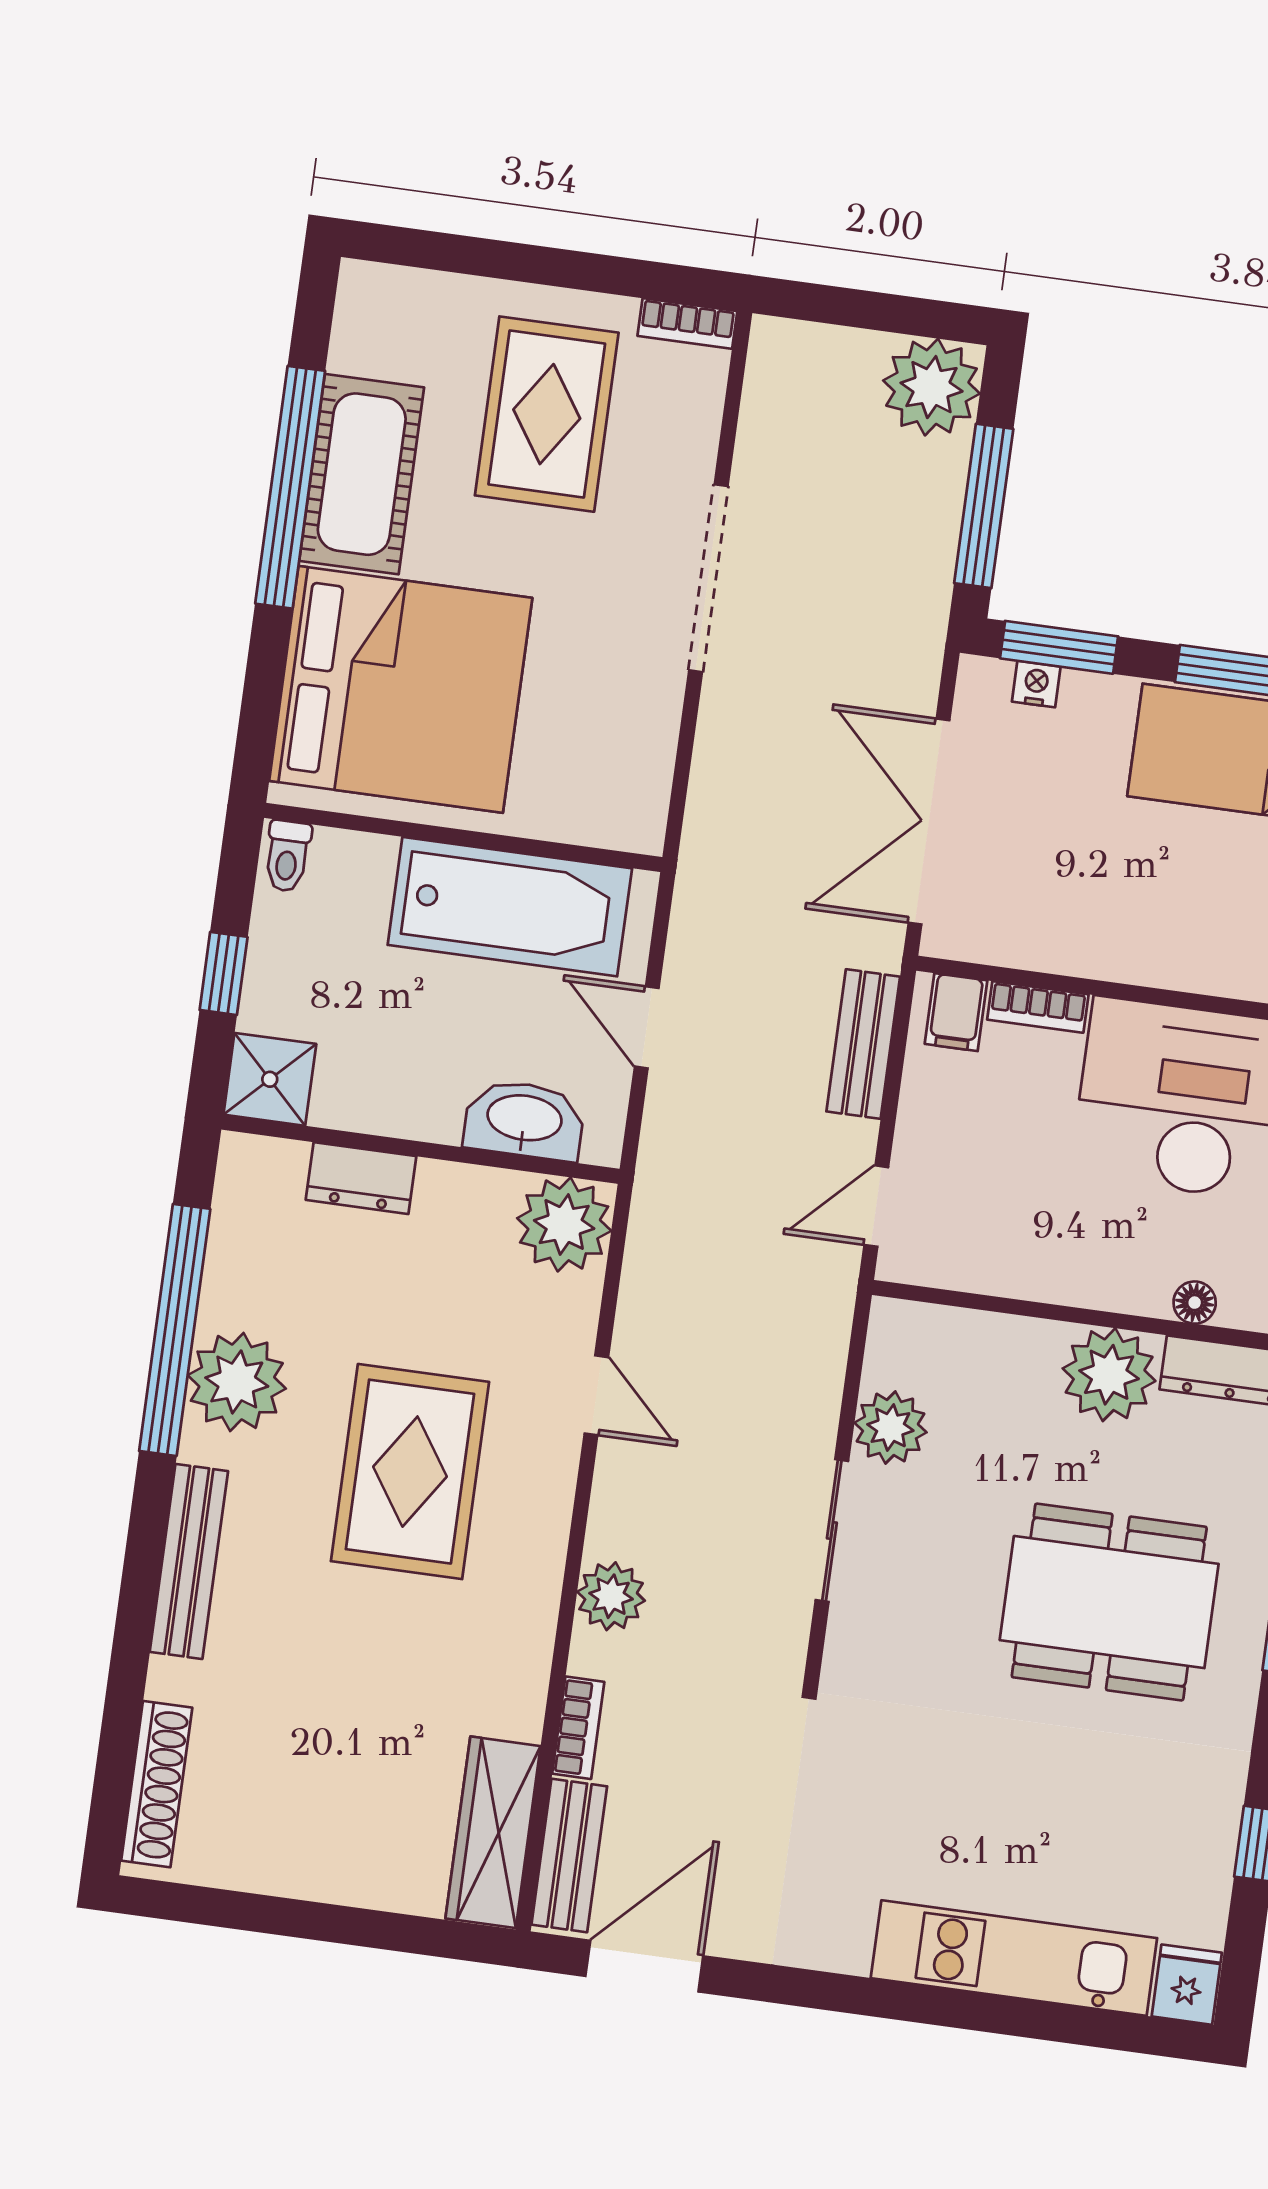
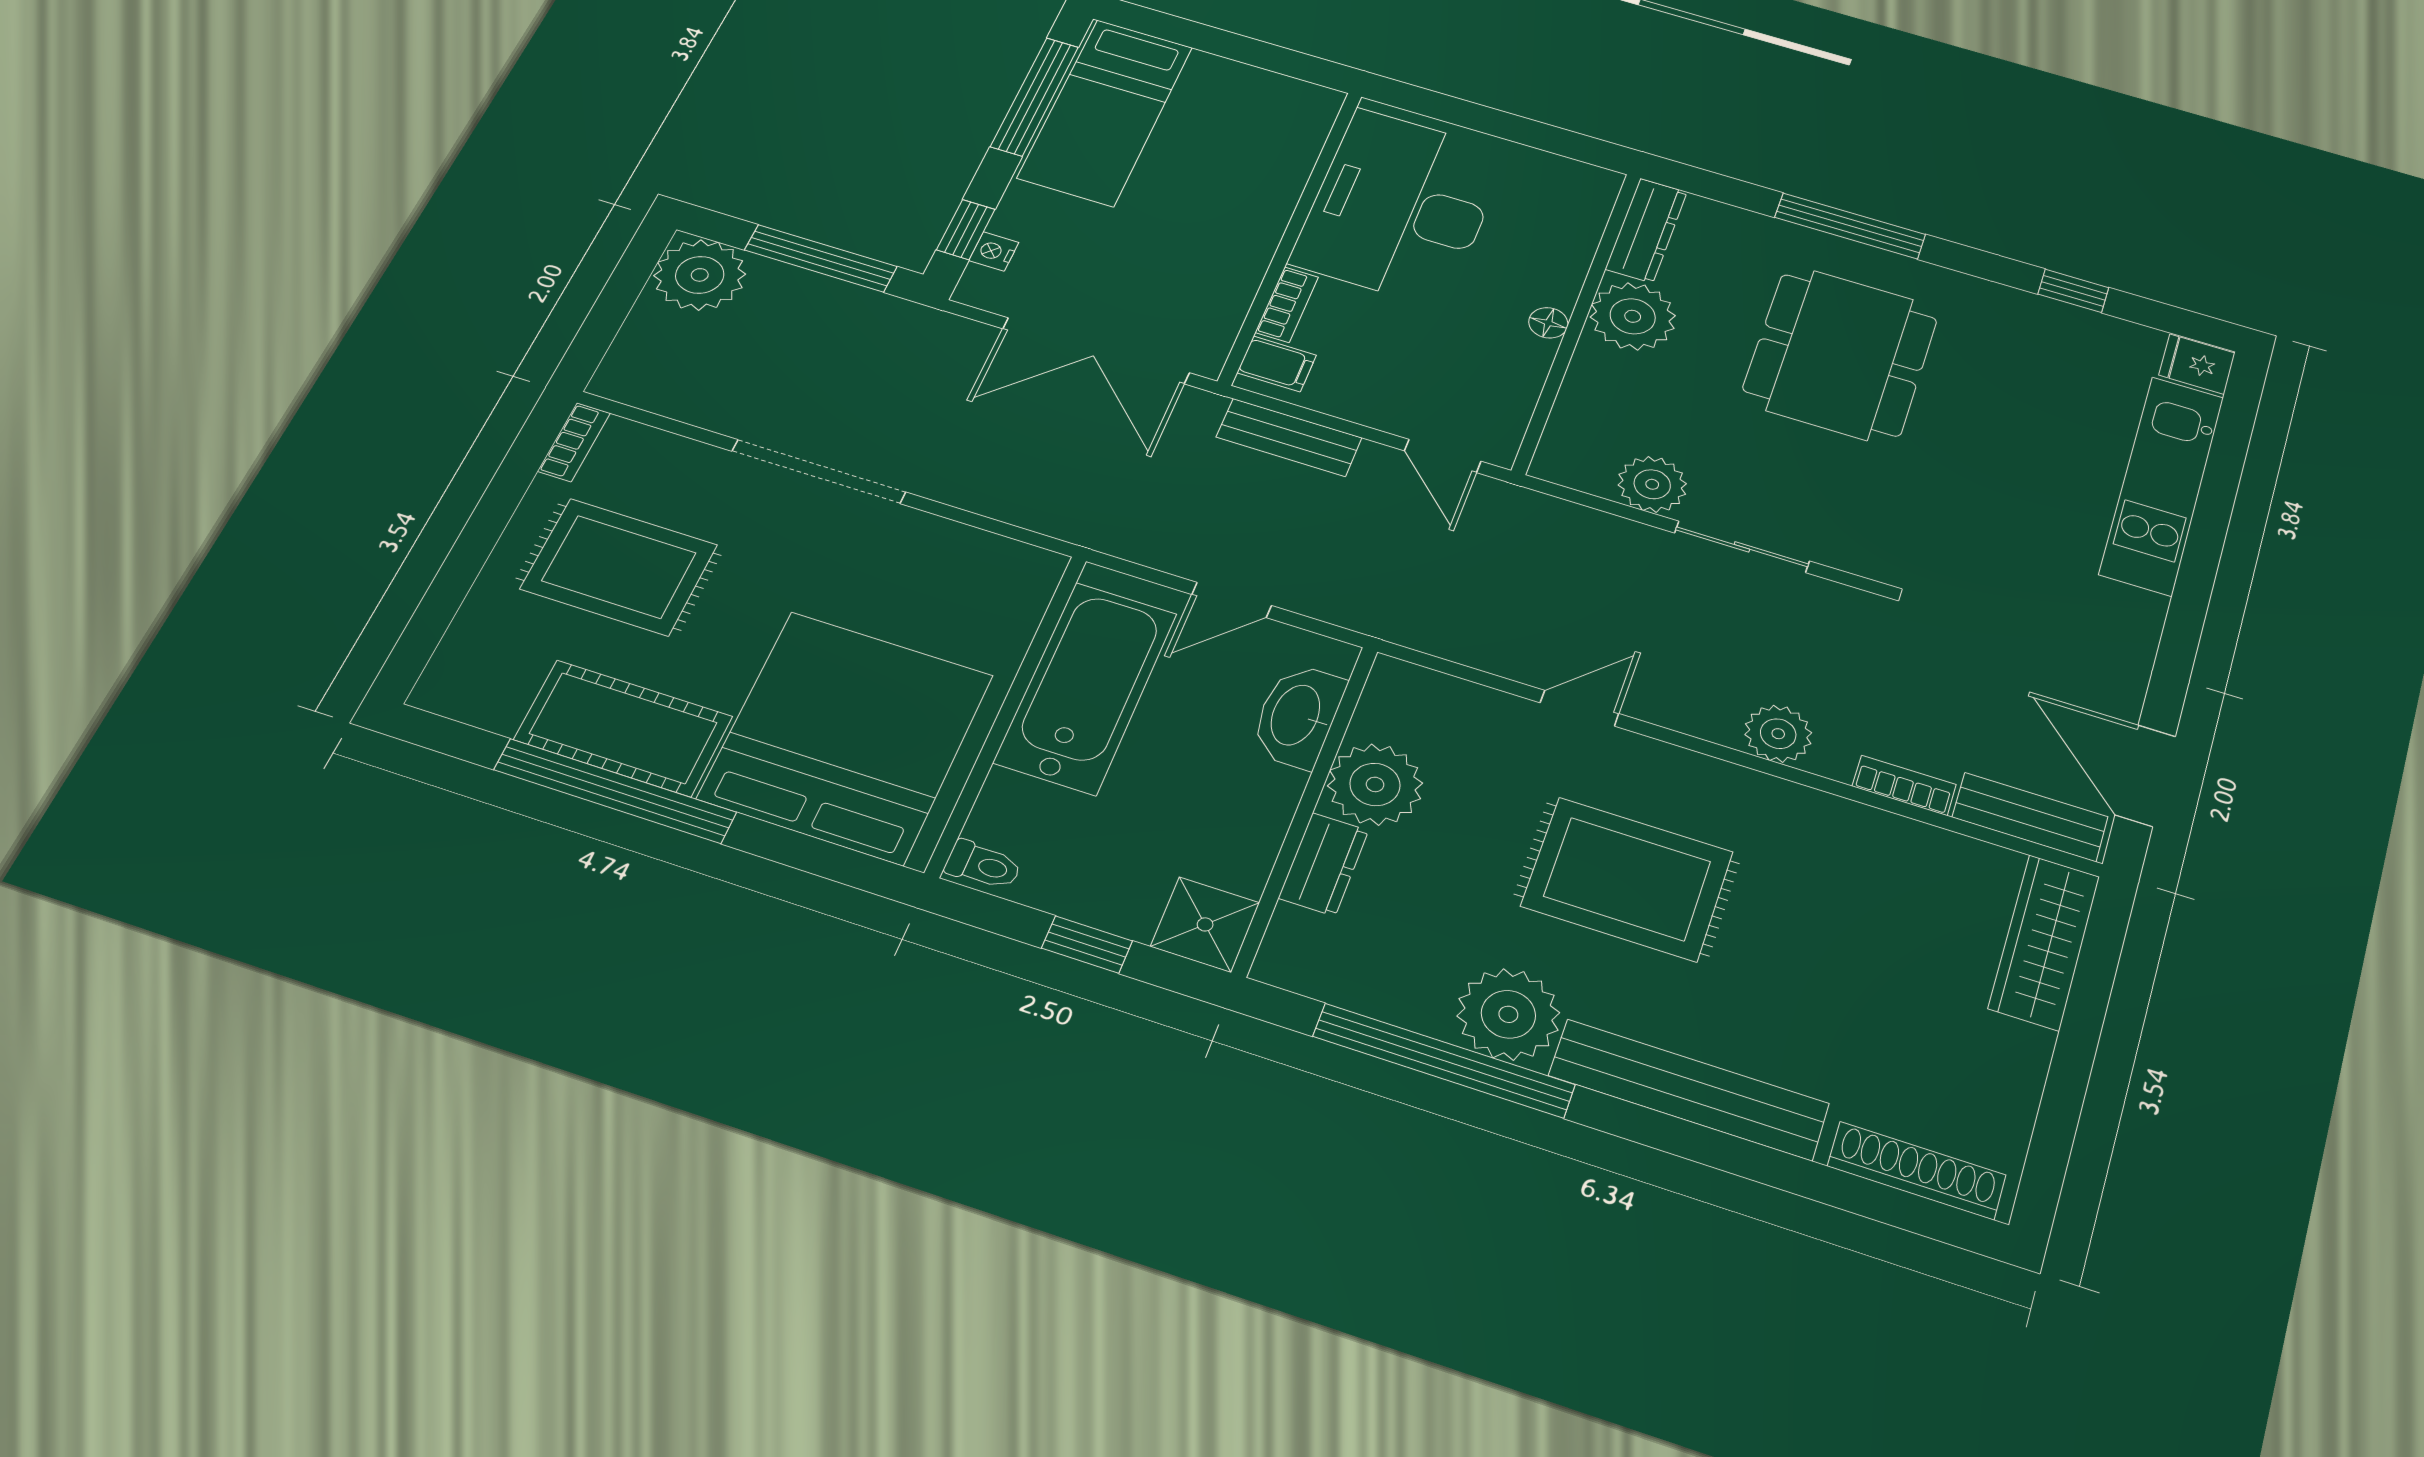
window: (1059, 647) -> (966, 230), width x0.67
plant: (564, 1224) -> (1375, 784), moved
floor lamp: (1195, 1303) -> (1548, 323), moved
bench: (189, 1561) -> (1689, 1090), width x1.37, depth x1.21
wardrobe: (493, 1832) -> (2044, 942), moved, turned 90

